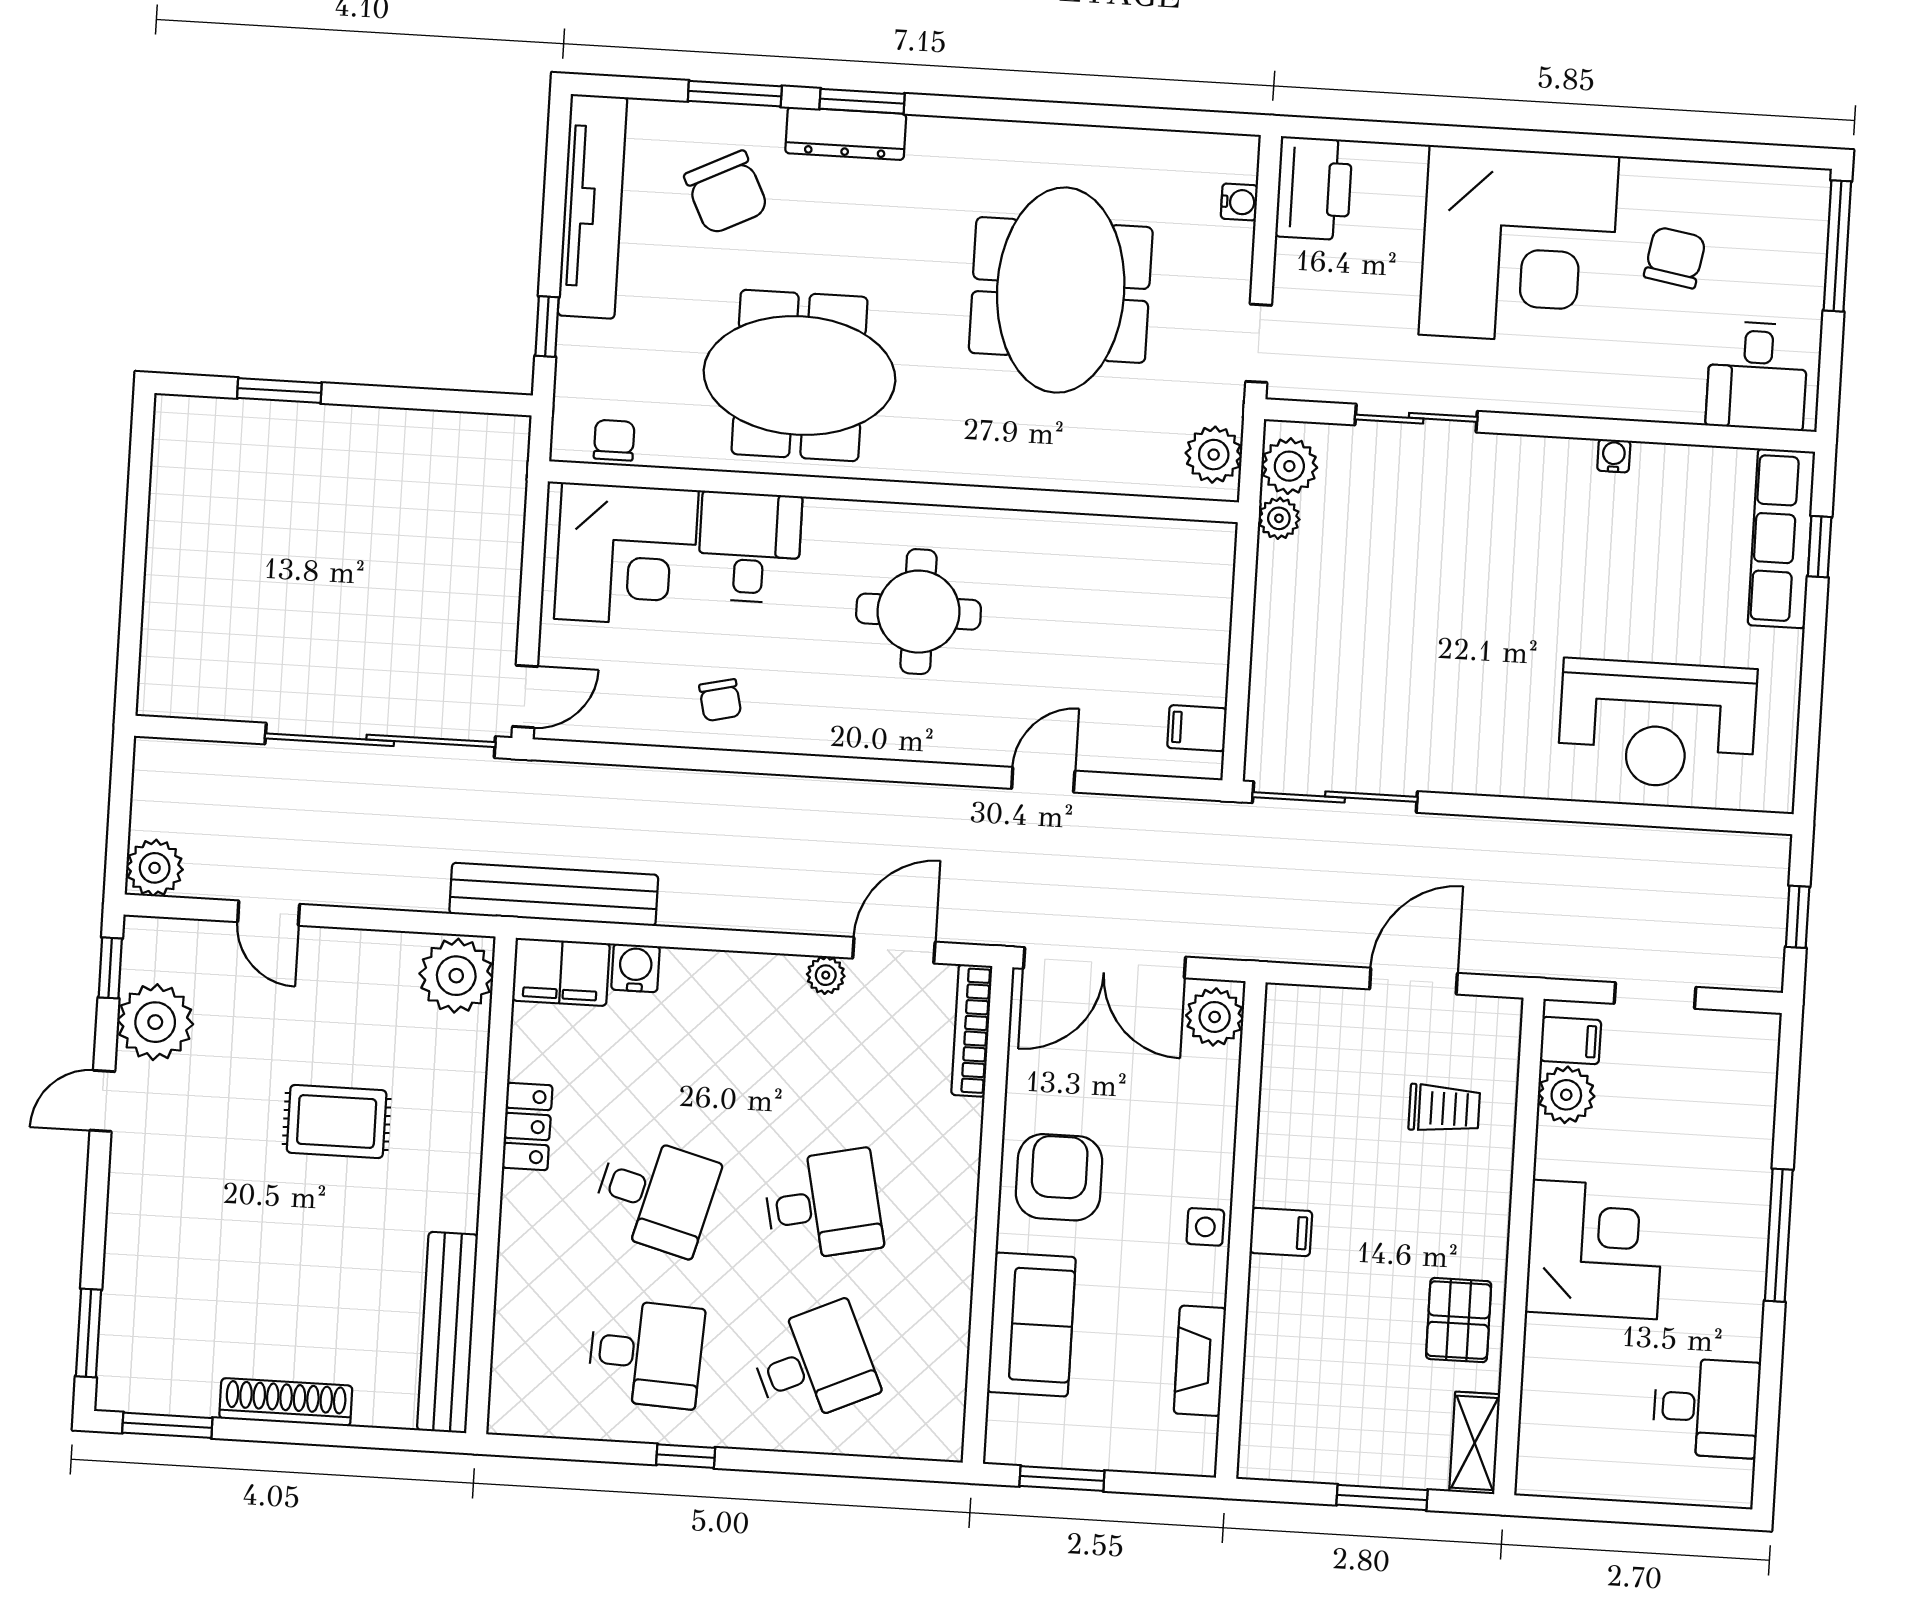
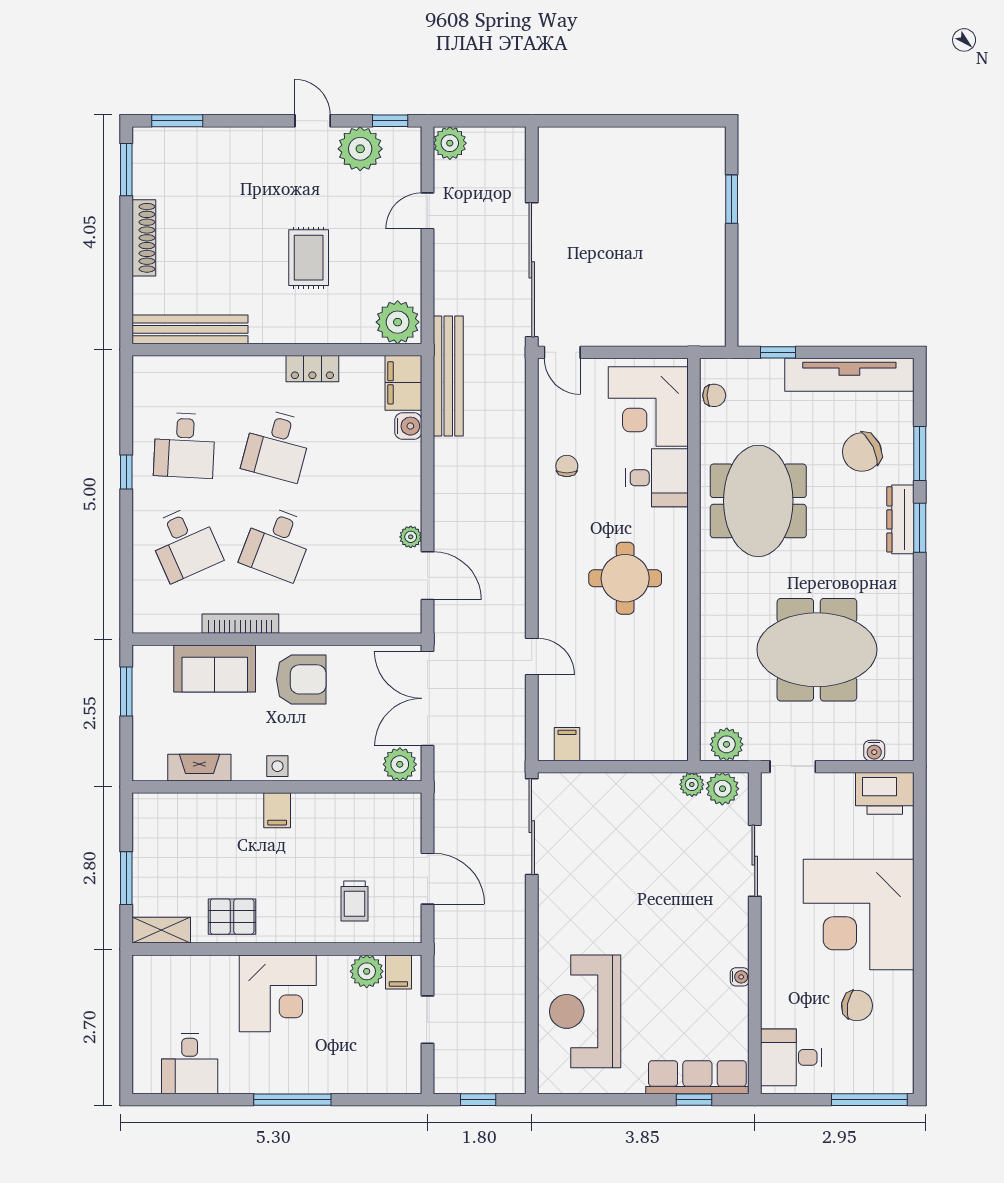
chair: (720, 700) -> (567, 466), turned 103
bookcase: (972, 1030) -> (240, 624), moved
desk: (823, 1205) -> (277, 543), turned 33

